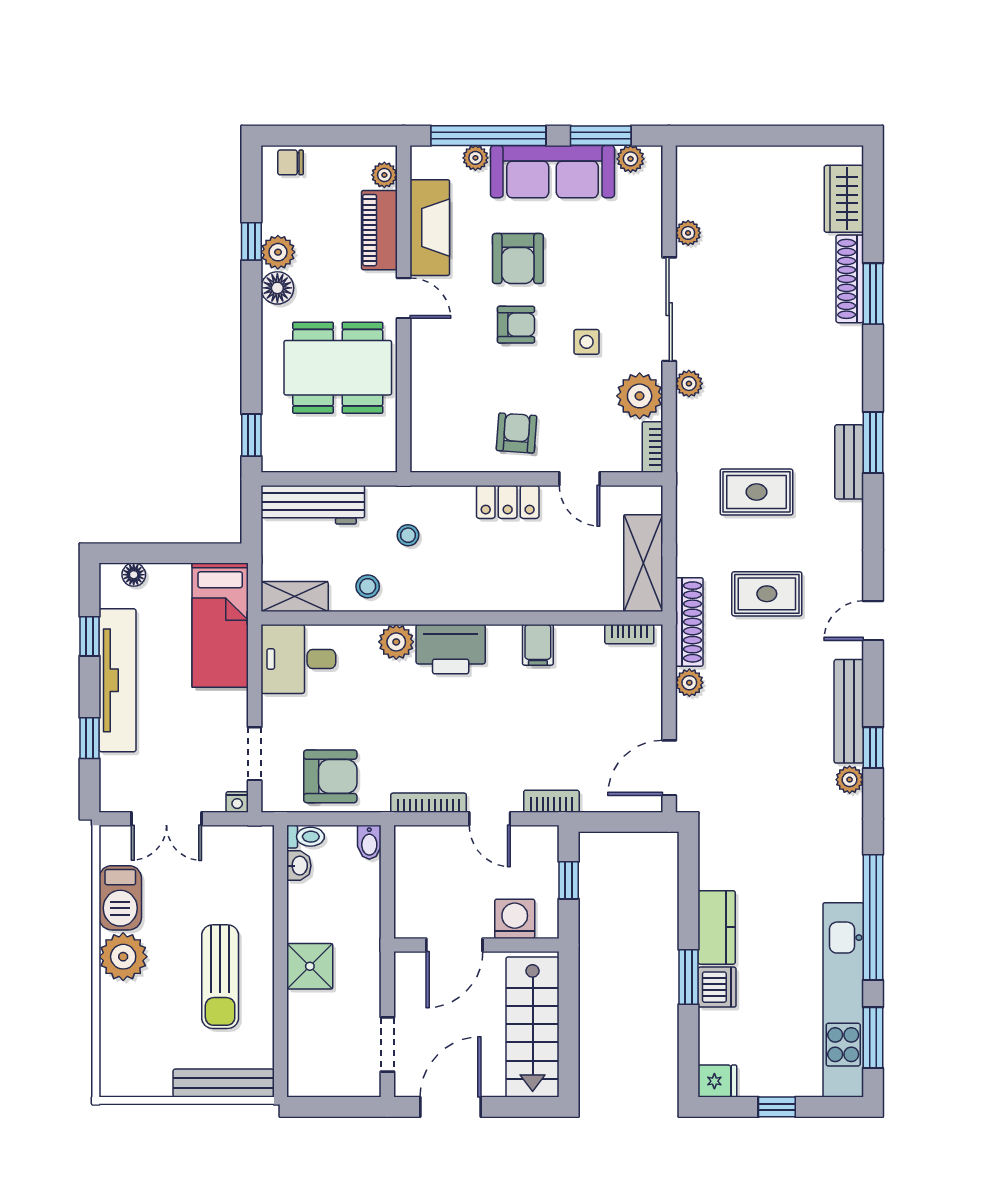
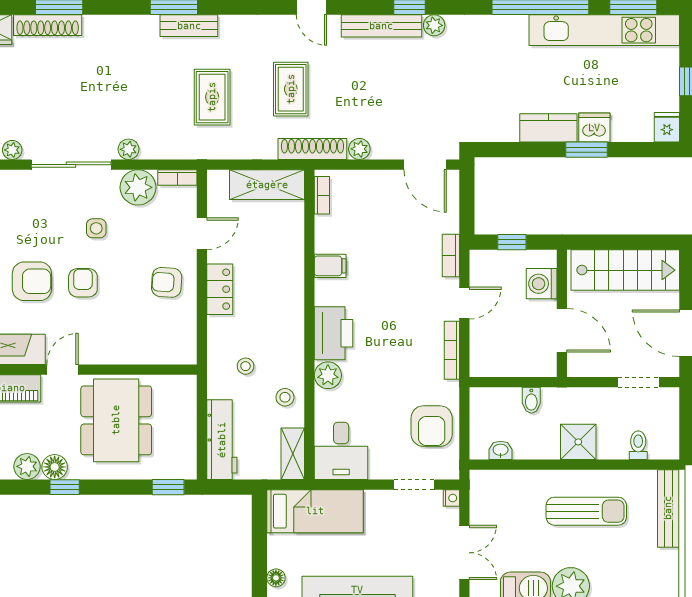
window: (251, 241) -> (65, 487), moved
armchair: (330, 776) -> (432, 426), turned 180
toilet: (306, 837) -> (638, 445), moved
bidet: (369, 842) -> (531, 400), moved, turned 90

